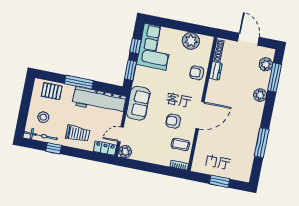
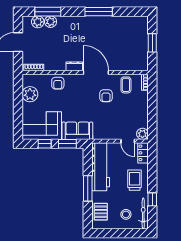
dresser: (216, 71) -> (74, 66), moved
plant: (260, 95) -> (51, 22), moved
sofa: (138, 103) -> (77, 131), moved
window: (262, 143) -> (99, 12), moved

